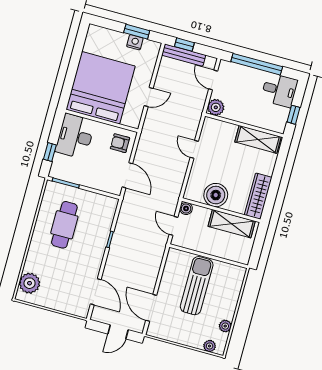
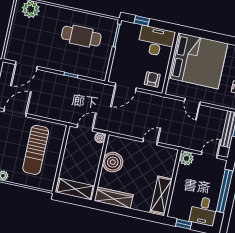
shelving: (232, 224) -> (75, 189), moved, turned 90
sun lounger: (197, 286) -> (36, 150), turned 90

